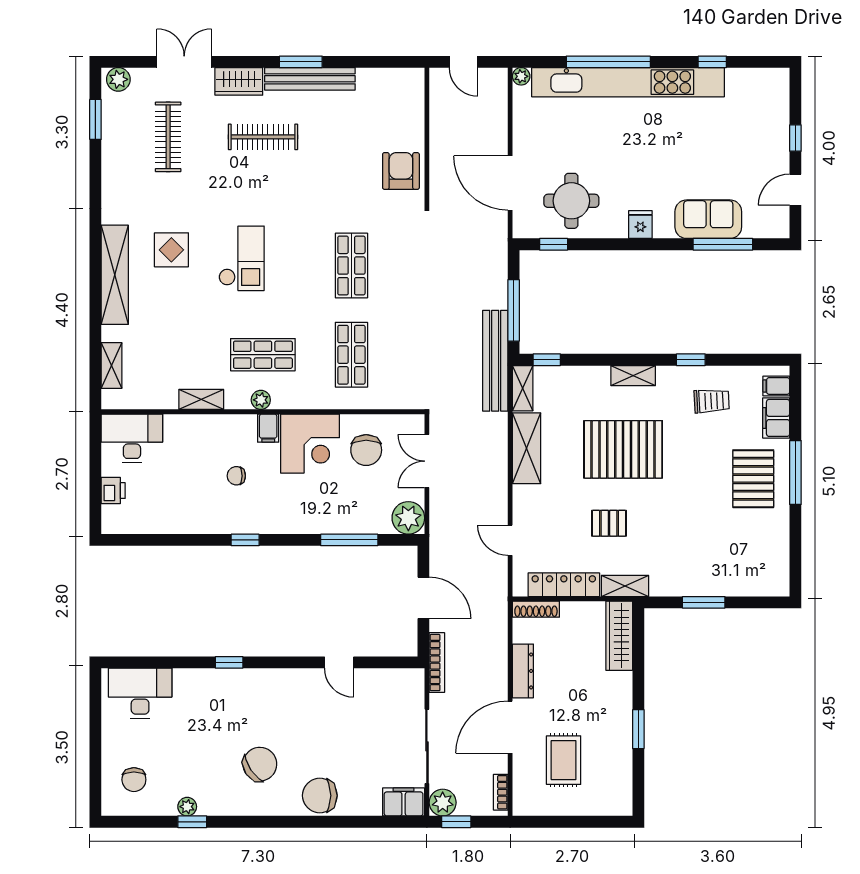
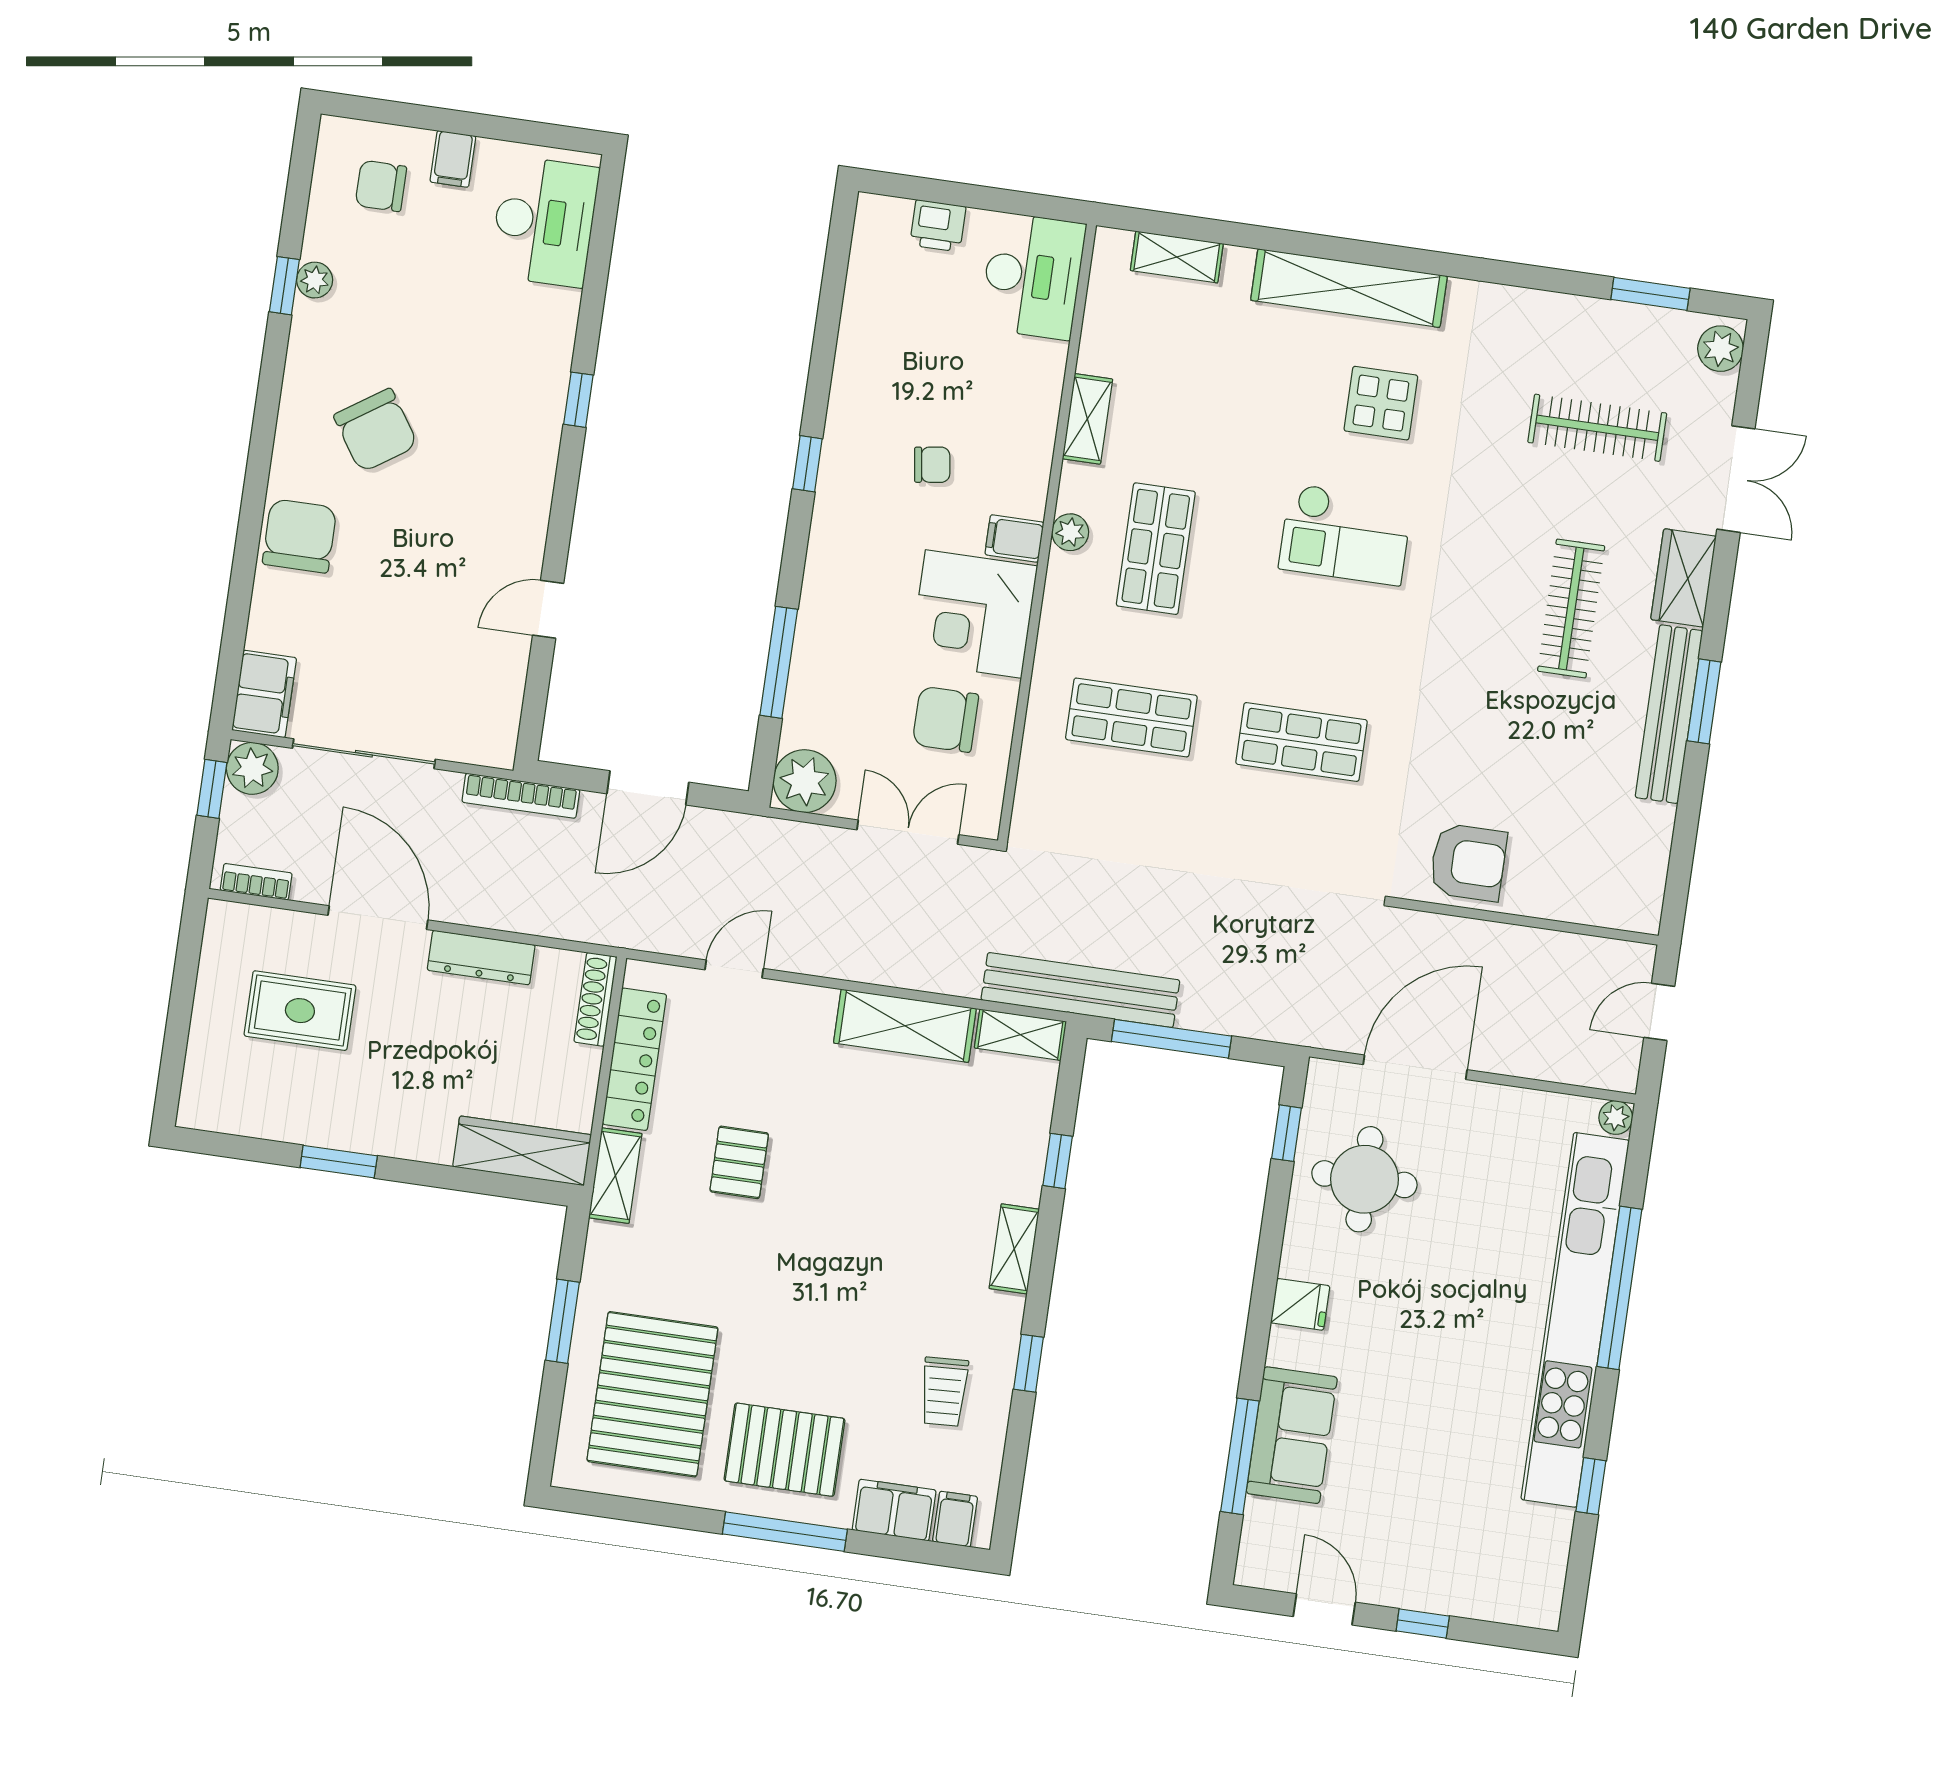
window: (547, 360) -> (1058, 1161), moved
pallet: (623, 449) -> (652, 1394), moved
chair: (236, 476) -> (932, 465), turned 82
filing cabinet: (115, 745) -> (453, 159), added

